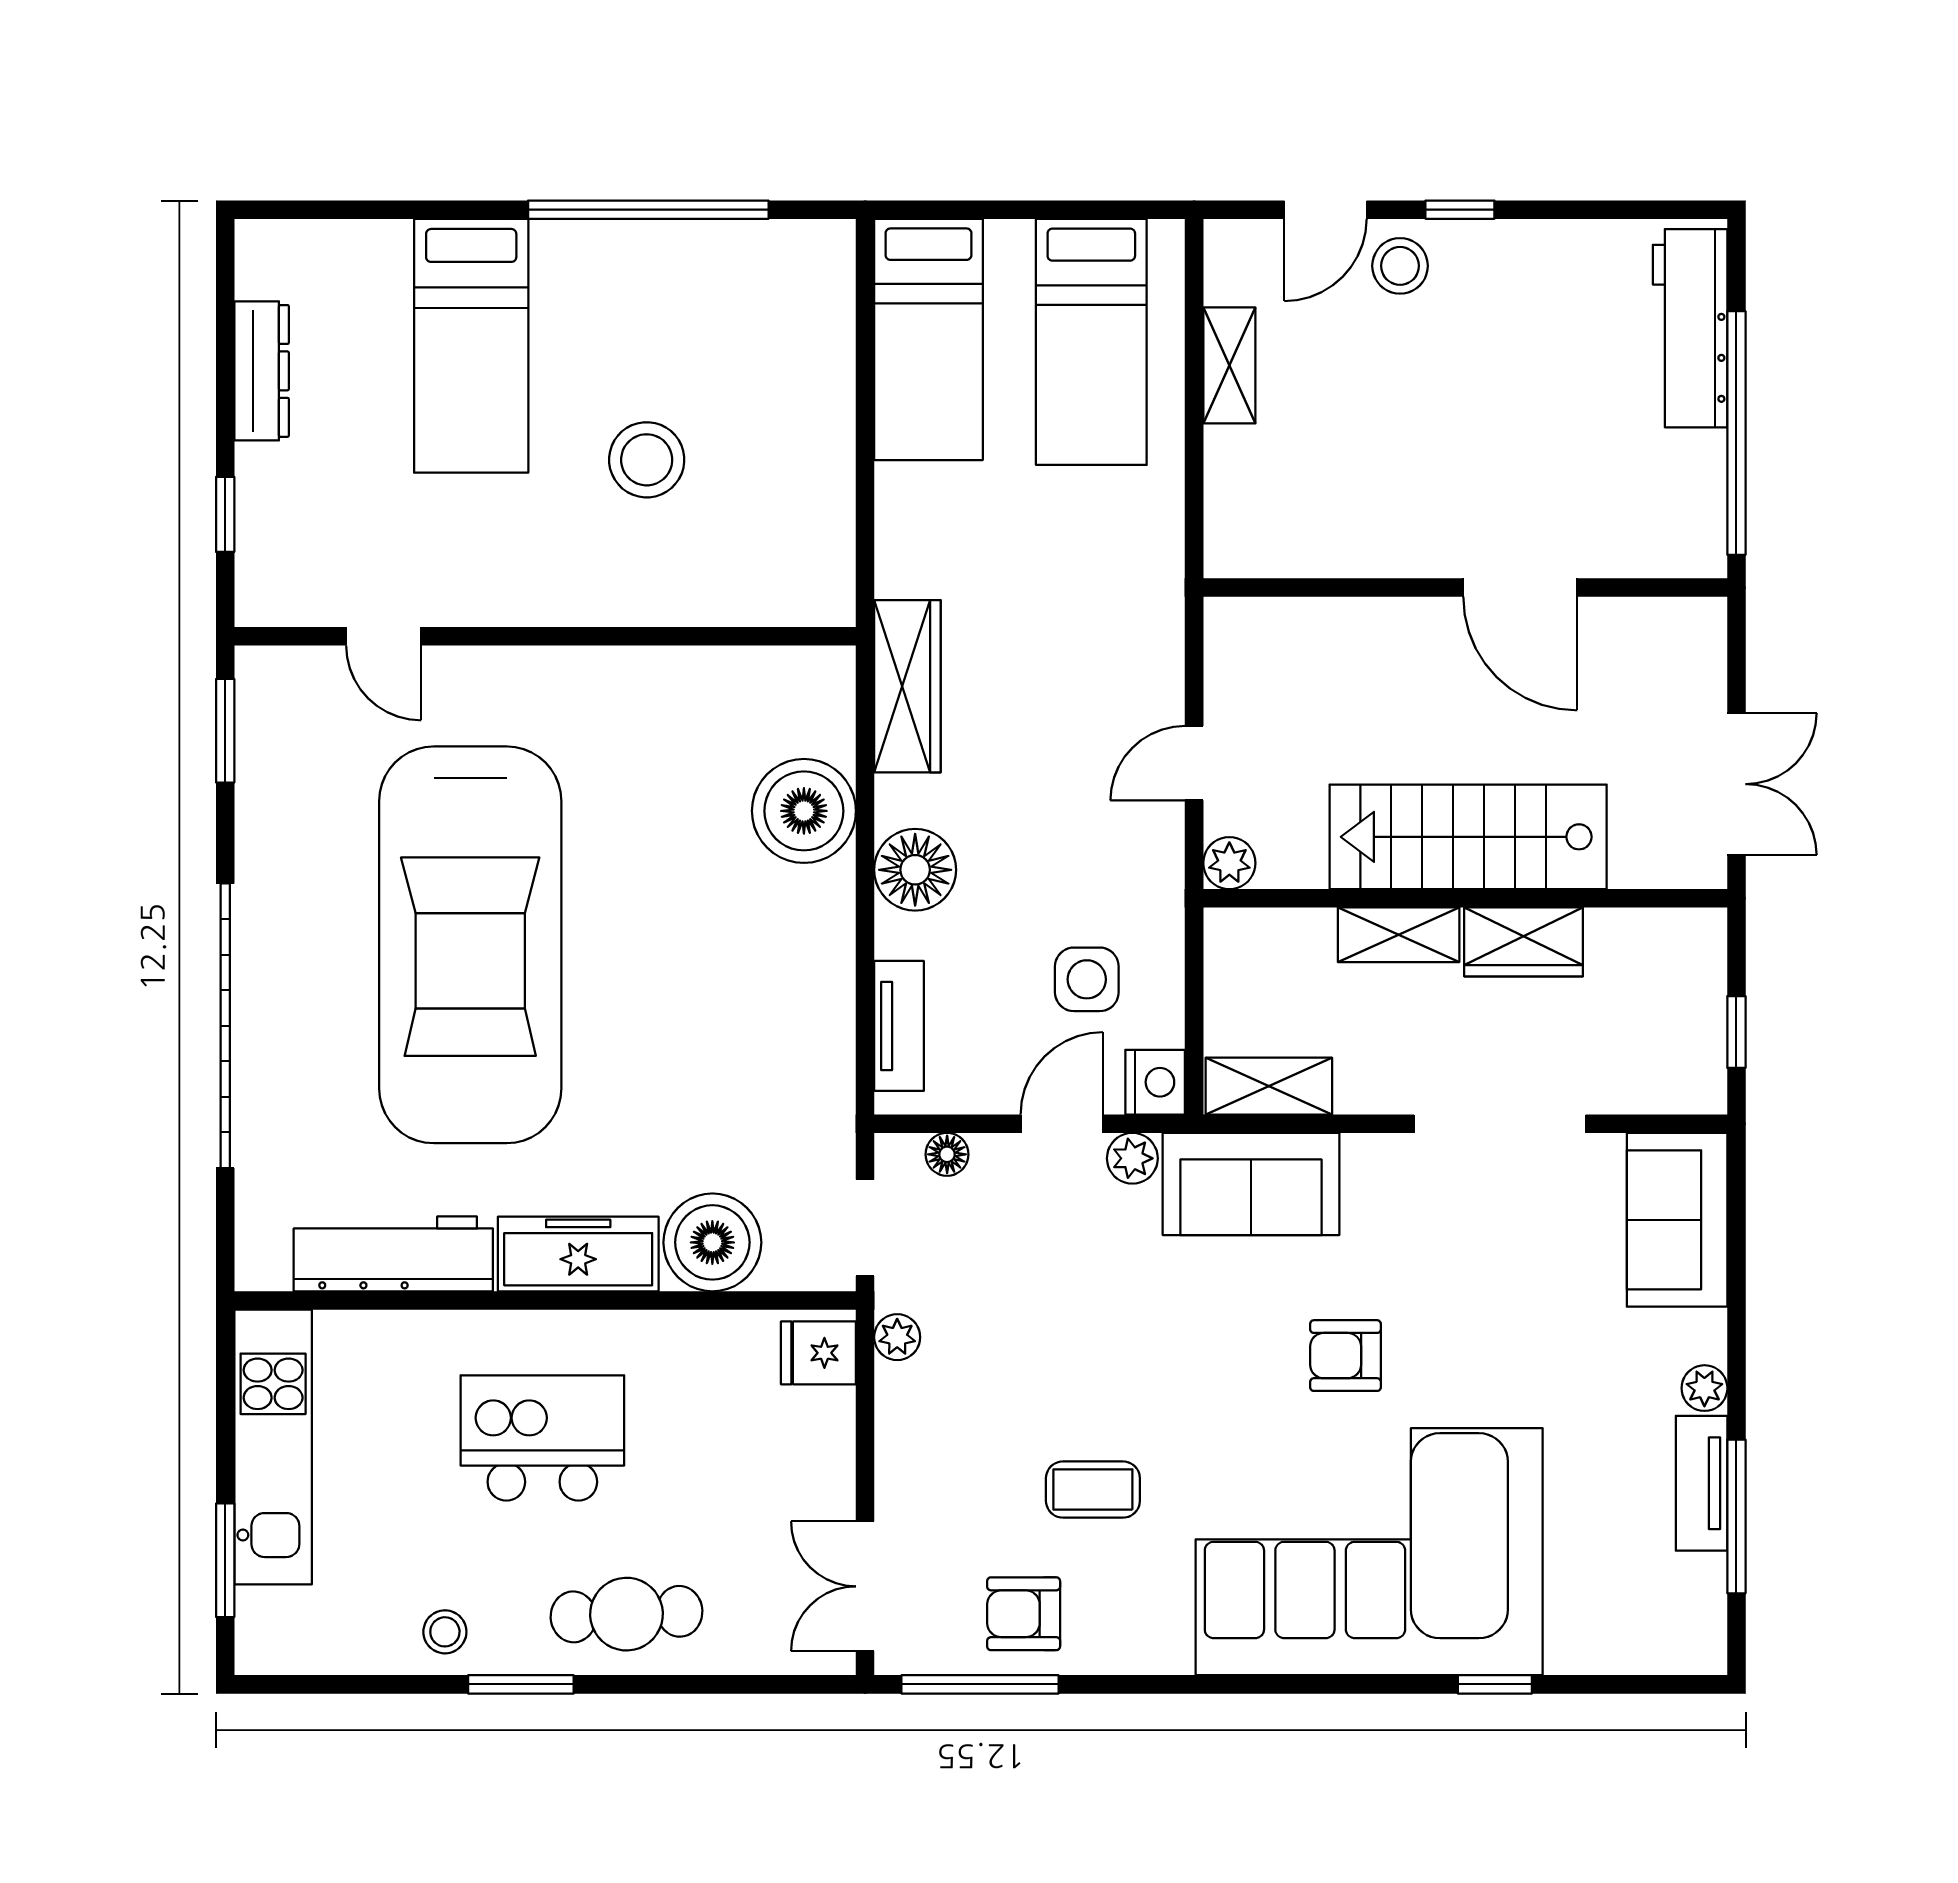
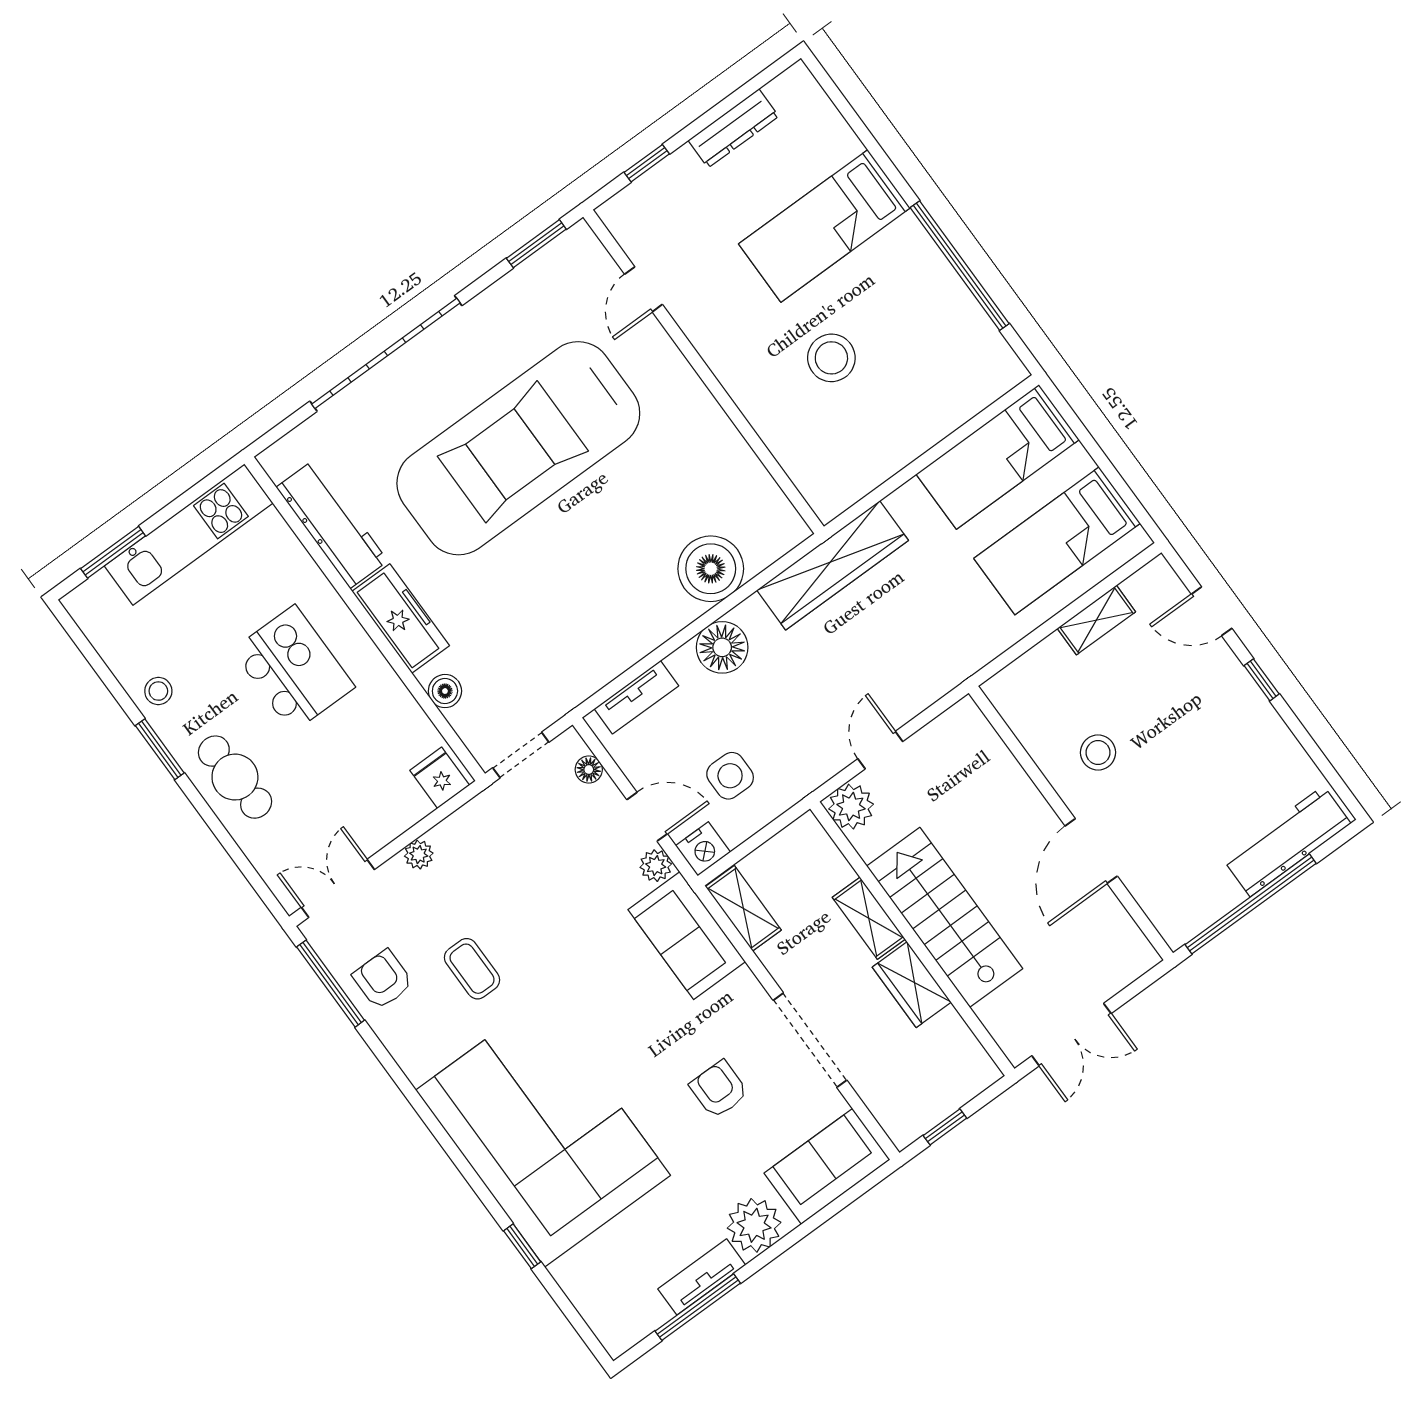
stool: (1400, 266) -> (1098, 753), moved
wardrobe: (907, 686) -> (833, 565), width x1.40, depth x1.17
door: (1194, 763) -> (880, 750), hinge flipped
plant: (1229, 863) -> (851, 807), width x1.38, depth x1.38
boiler: (712, 1242) -> (445, 691), width x0.54, depth x0.54
plant: (897, 1337) -> (419, 855), moved
armchair: (1345, 1356) -> (719, 1089), moved
plant: (1704, 1388) -> (754, 1225), width x1.87, depth x1.87

